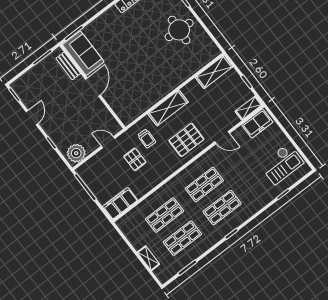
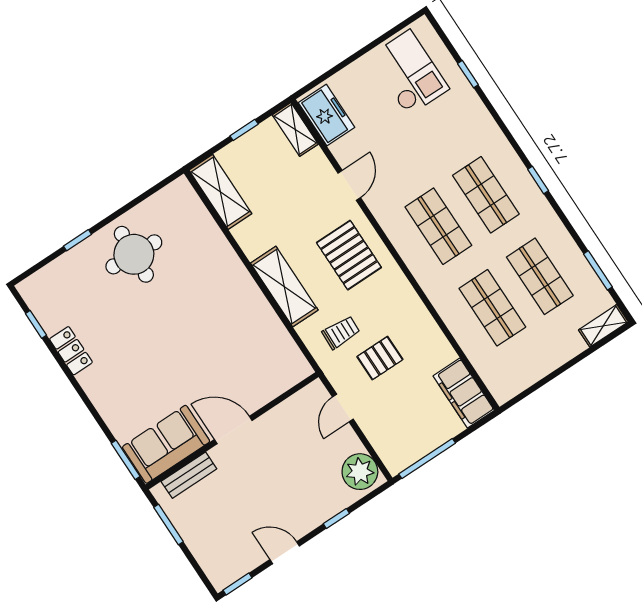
shelving: (148, 258) -> (603, 326), moved

